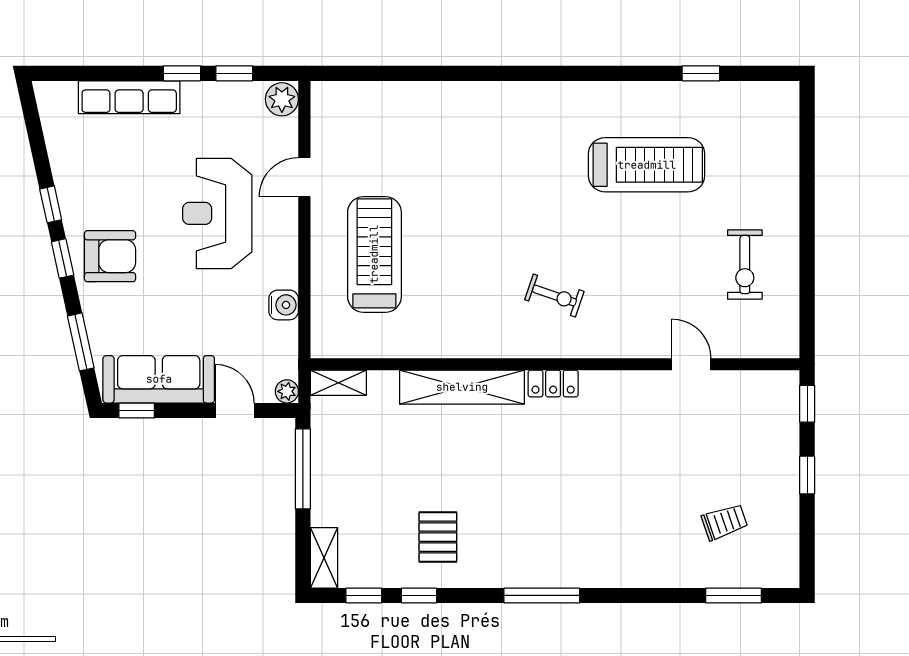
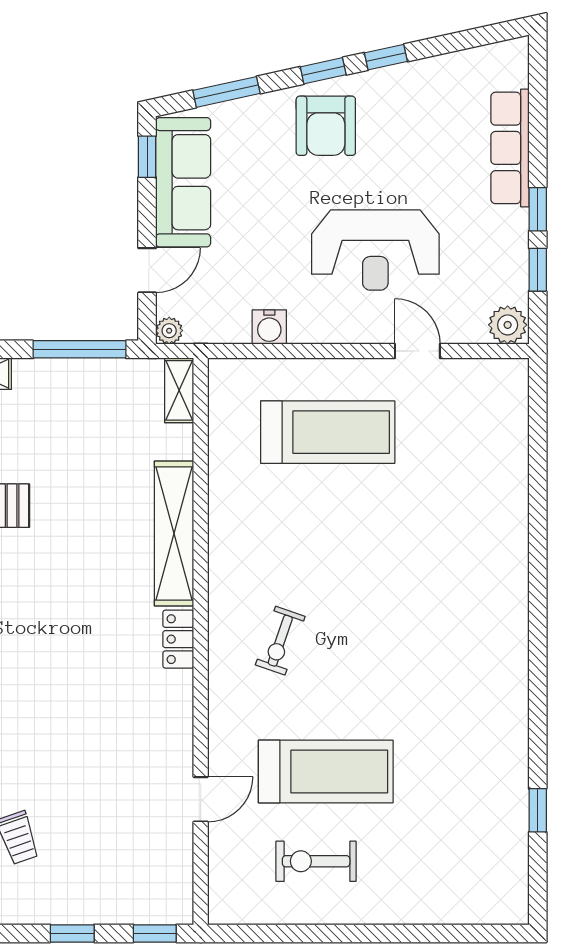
treadmill: (647, 165) -> (326, 772), moved, turned -90
reception desk: (217, 213) -> (375, 250), turned 180

